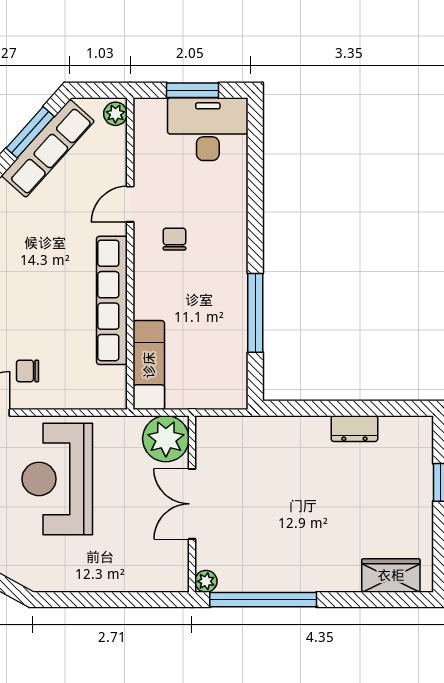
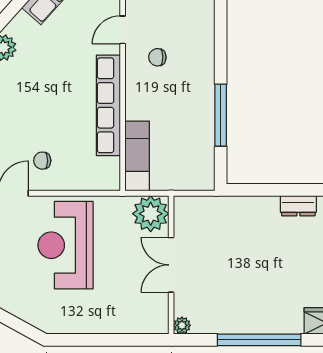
chair: (174, 239) -> (157, 57), turned -90
window: (263, 600) -> (259, 340), moved

